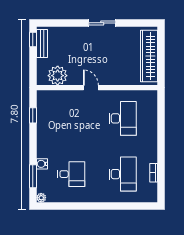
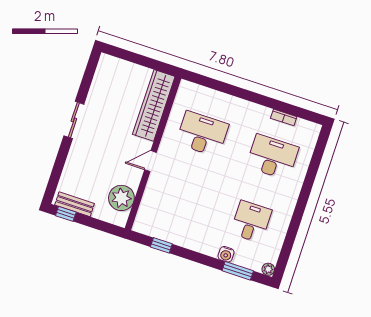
wardrobe: (149, 56) -> (154, 105), moved, turned 90

